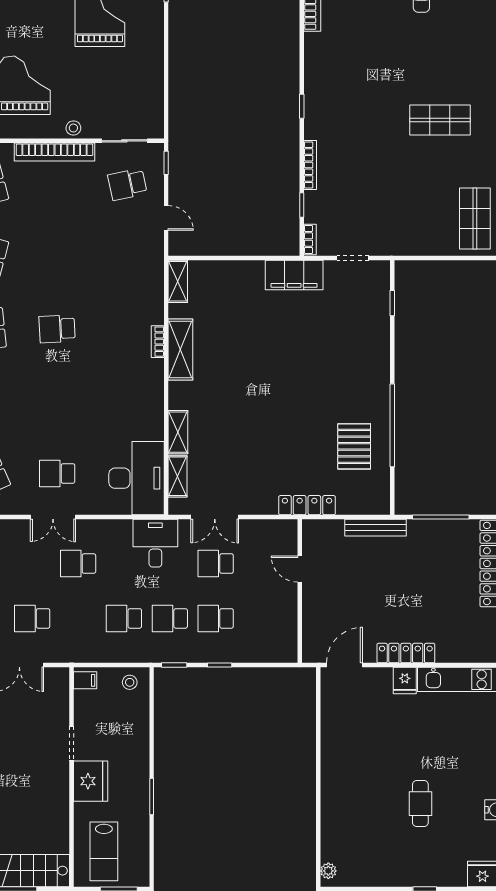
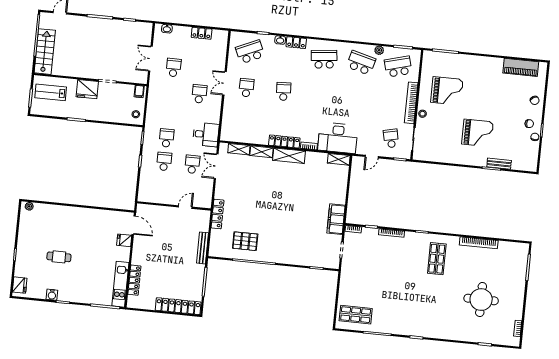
shop shelf: (440, 120) -> (437, 259), moved
school desk: (57, 329) -> (283, 91), moved
shelving: (180, 350) -> (289, 156), moved
locker: (154, 390) -> (284, 142), added
desk: (136, 478) -> (338, 138), moved
school desk: (124, 618) -> (169, 115), removed
locker: (406, 653) -> (134, 280), moved
fridge: (405, 681) -> (124, 240), moved

